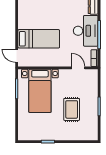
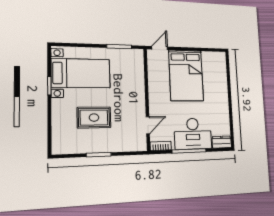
bed: (39, 39) -> (186, 75), width x1.50
bed with nightstands: (40, 91) -> (81, 73), moved, turned 180

